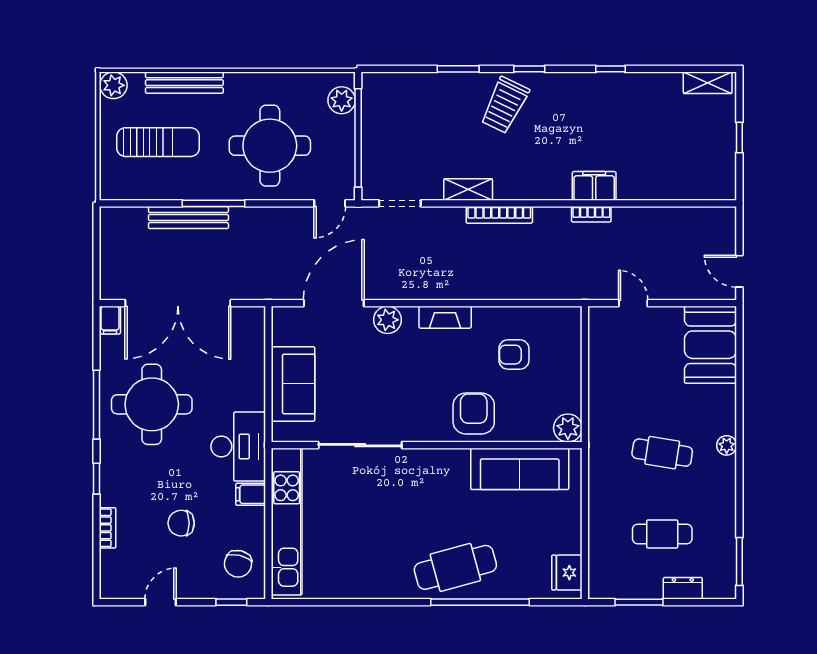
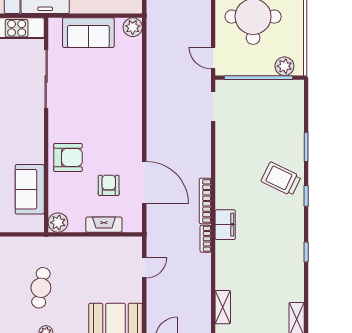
filing cabinet: (594, 186) -> (225, 225), moved
shelving: (468, 190) -> (223, 307), moved
bookcase: (499, 215) -> (205, 201), moved
door: (334, 303) -> (144, 182), moved
fireplace: (445, 317) -> (104, 225), moved, turned 90
plant: (387, 320) -> (133, 27), moved
sofa: (520, 469) -> (30, 189), width x0.73

